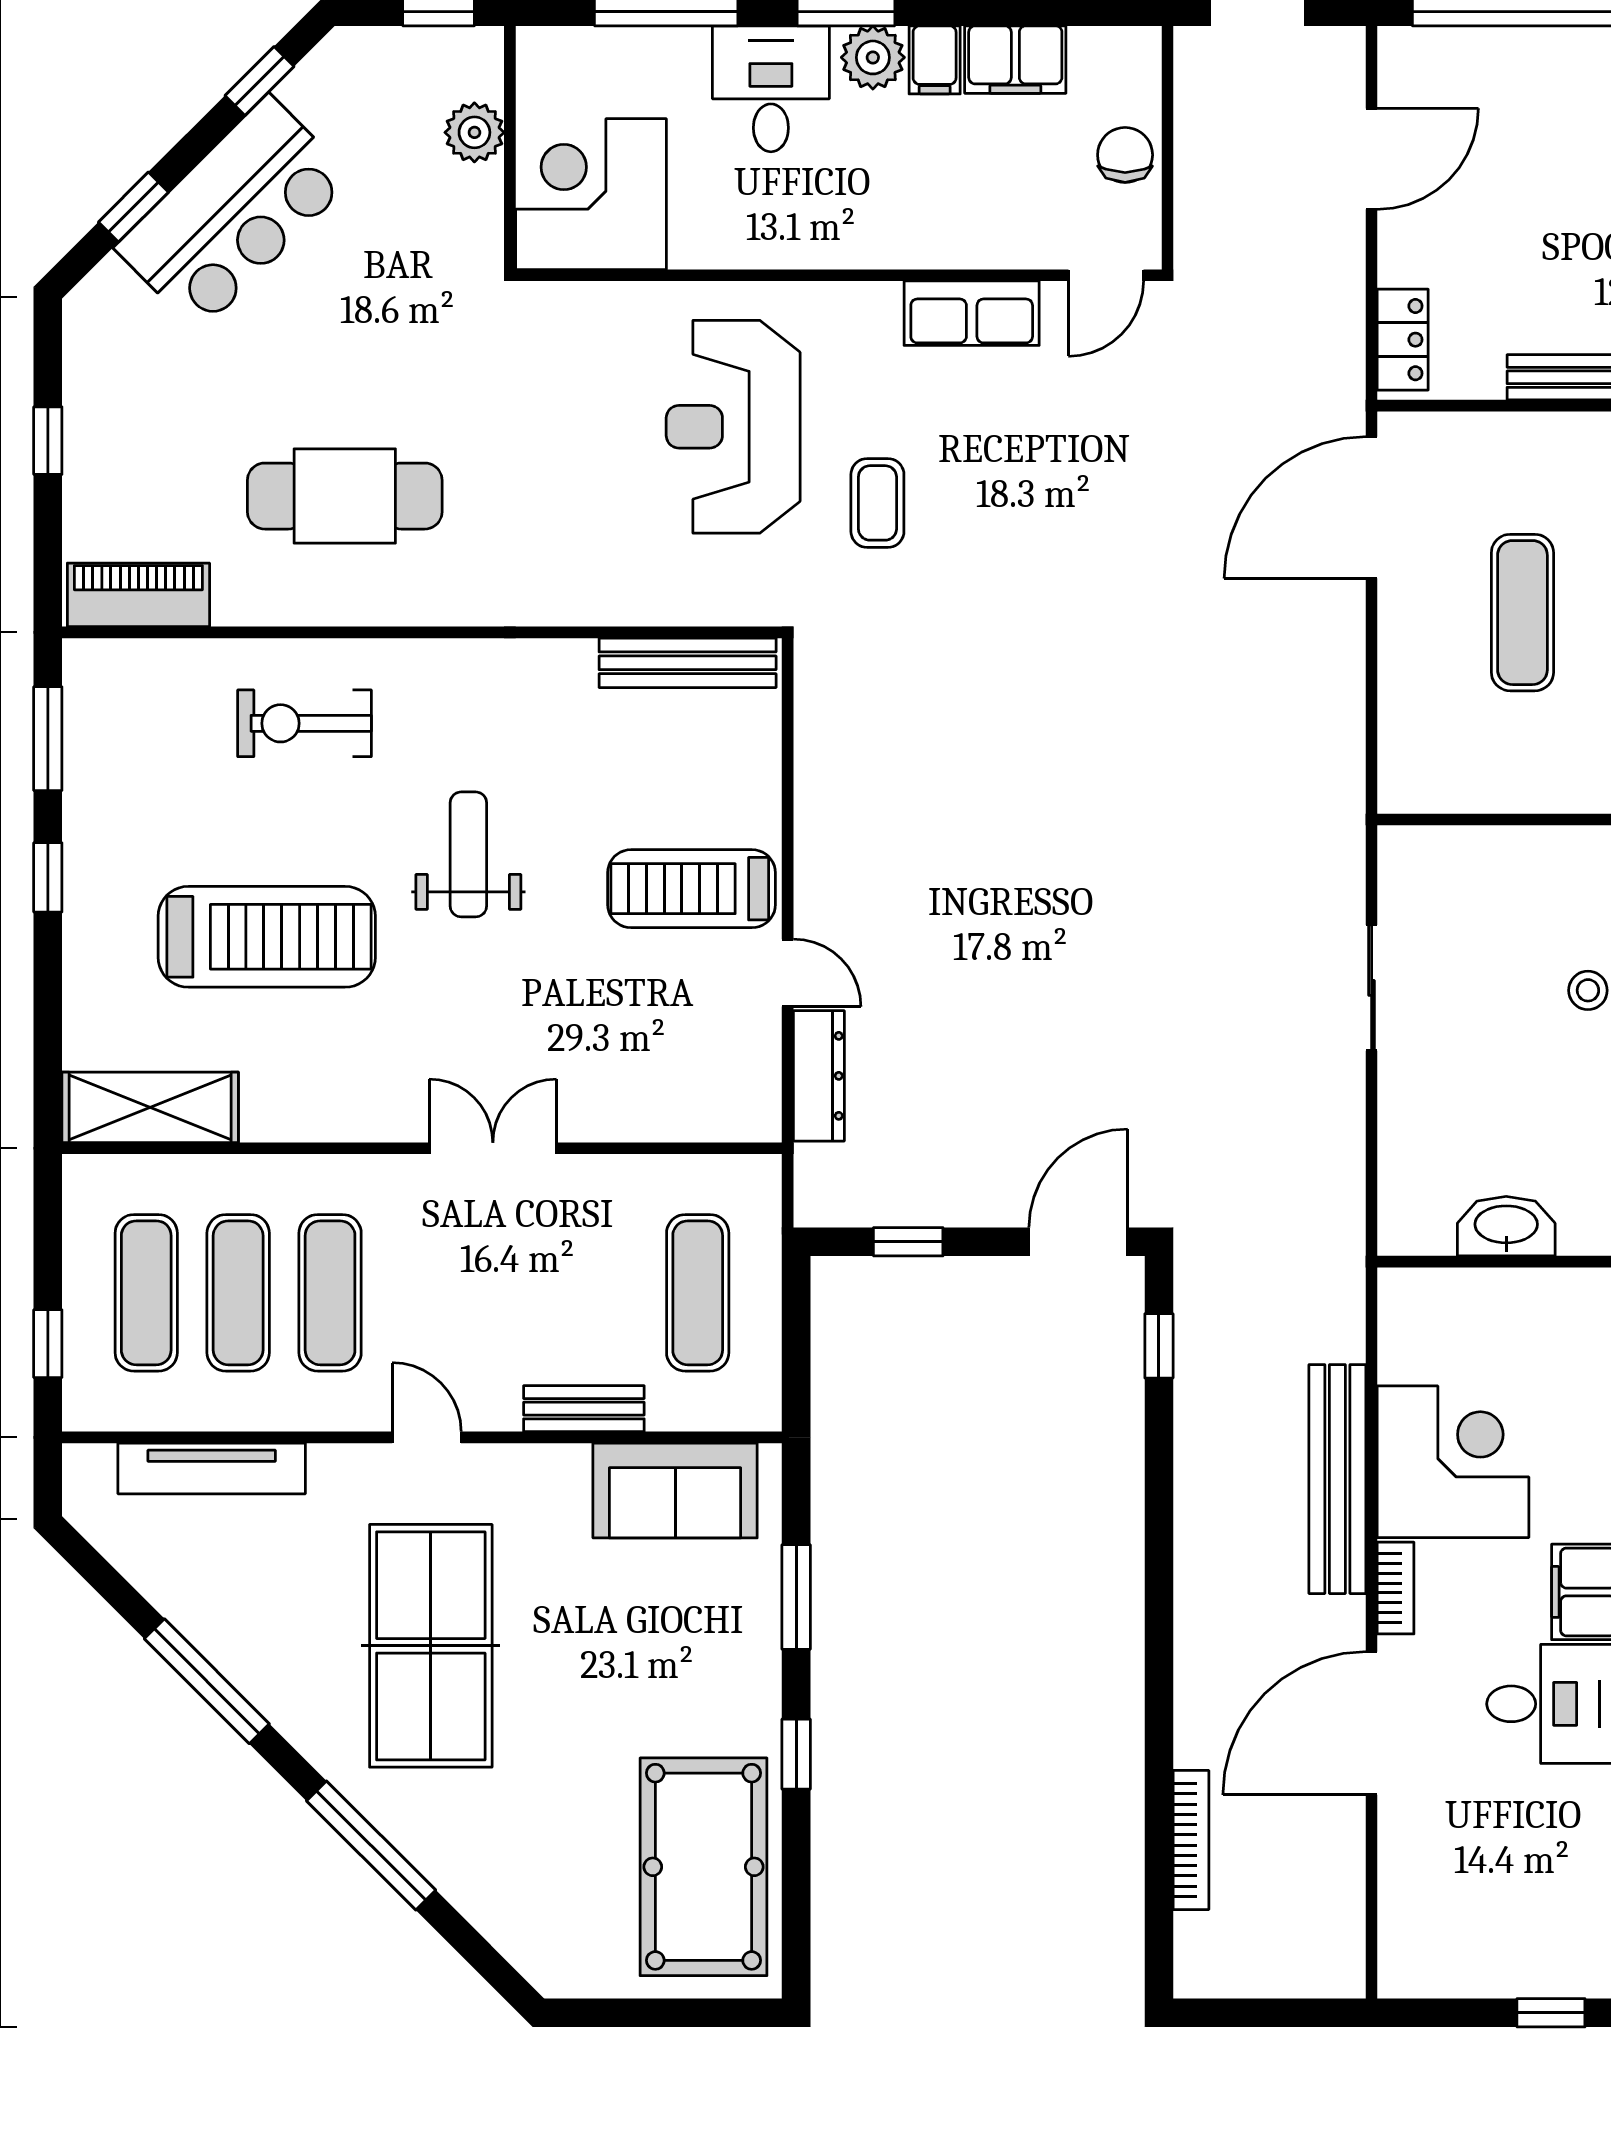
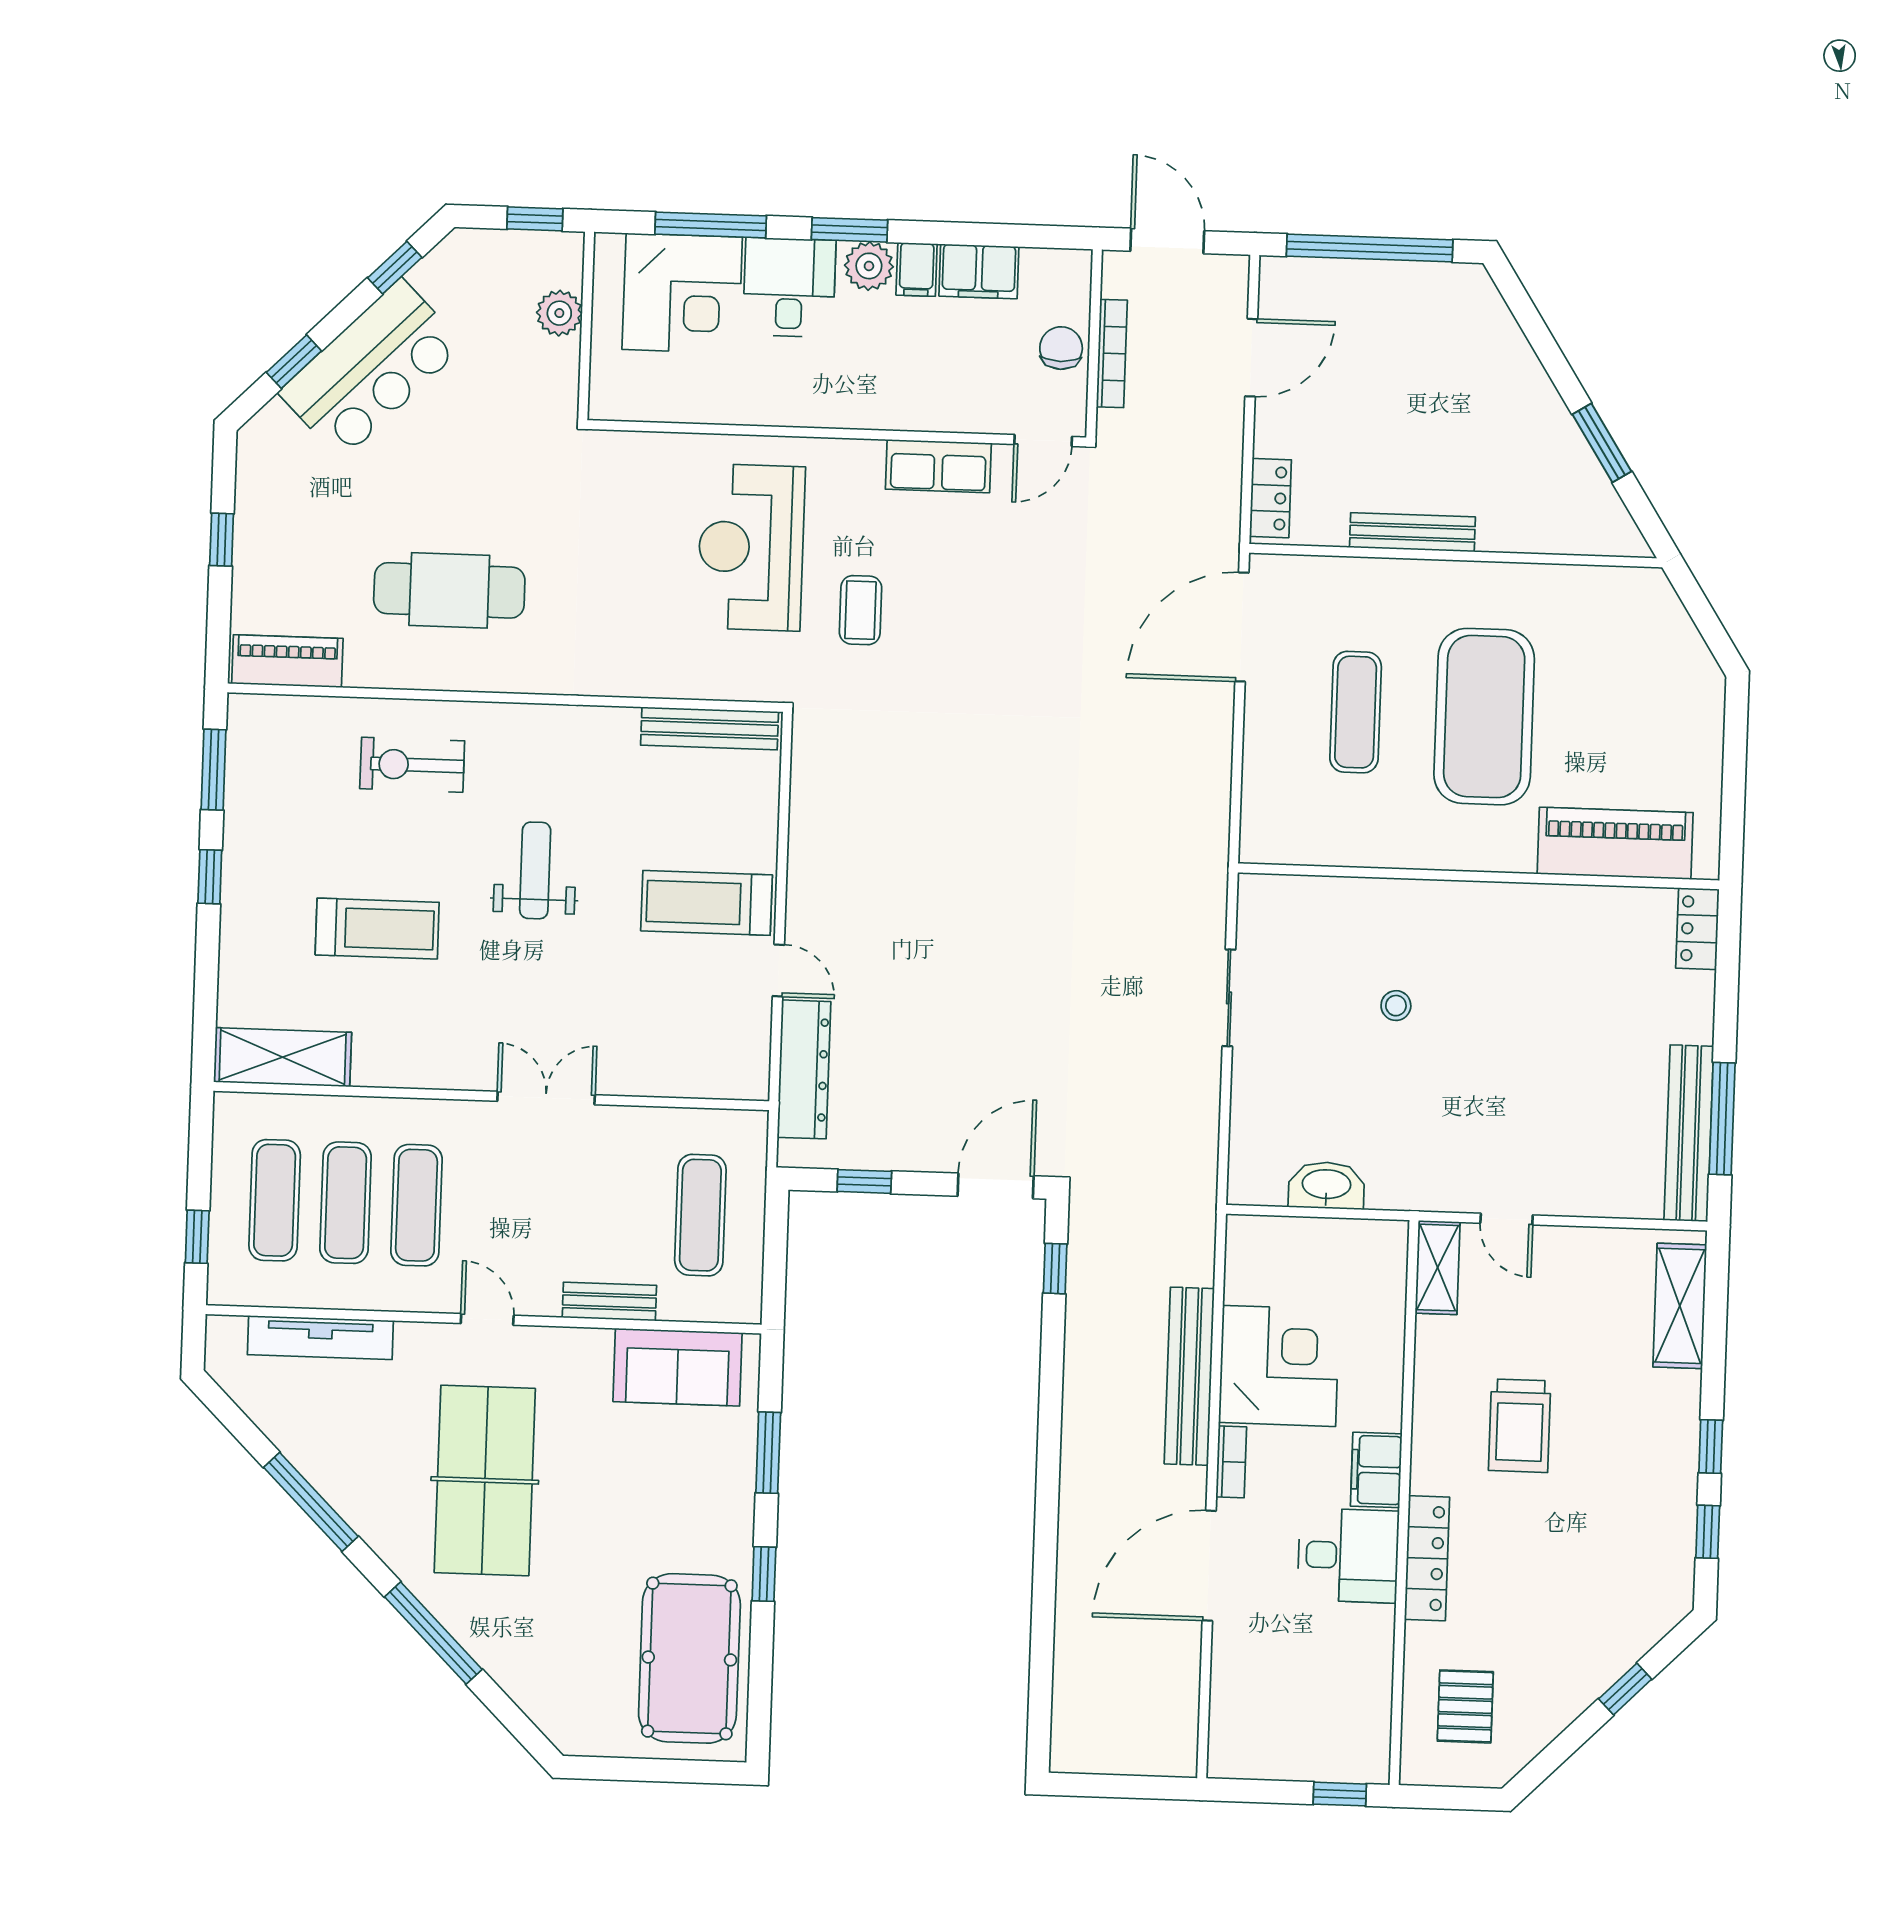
corner desk: (591, 194) -> (682, 293), moved, turned 180
treadmill: (267, 937) -> (377, 929), width x0.73, depth x0.73
dresser: (819, 1076) -> (804, 1069), width x1.37, depth x1.24
bookcase: (1191, 1840) -> (1112, 354), moved

